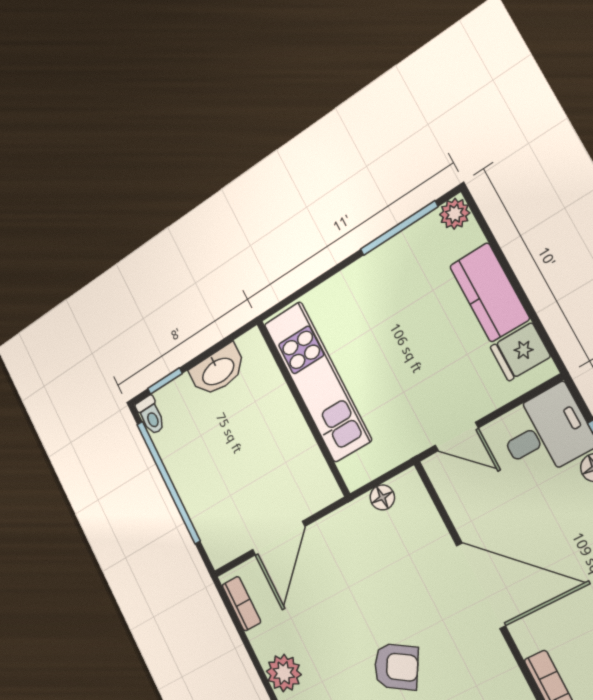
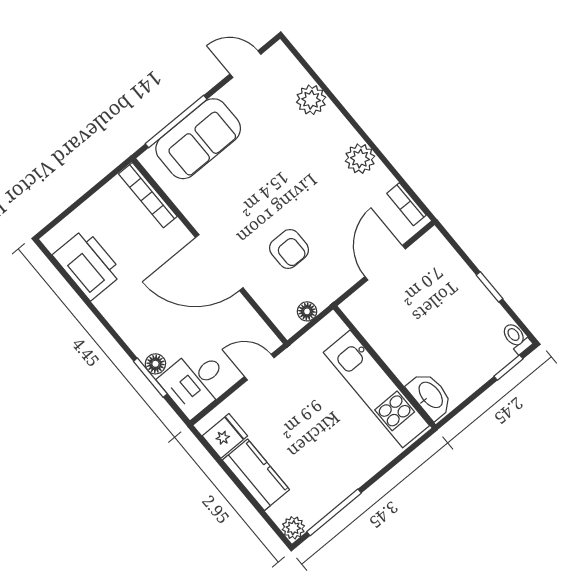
washbasin: (218, 371) -> (430, 395), moved, turned 90
window: (169, 482) -> (490, 287), width x0.32
armchair: (396, 667) -> (289, 249), moved, turned -121

